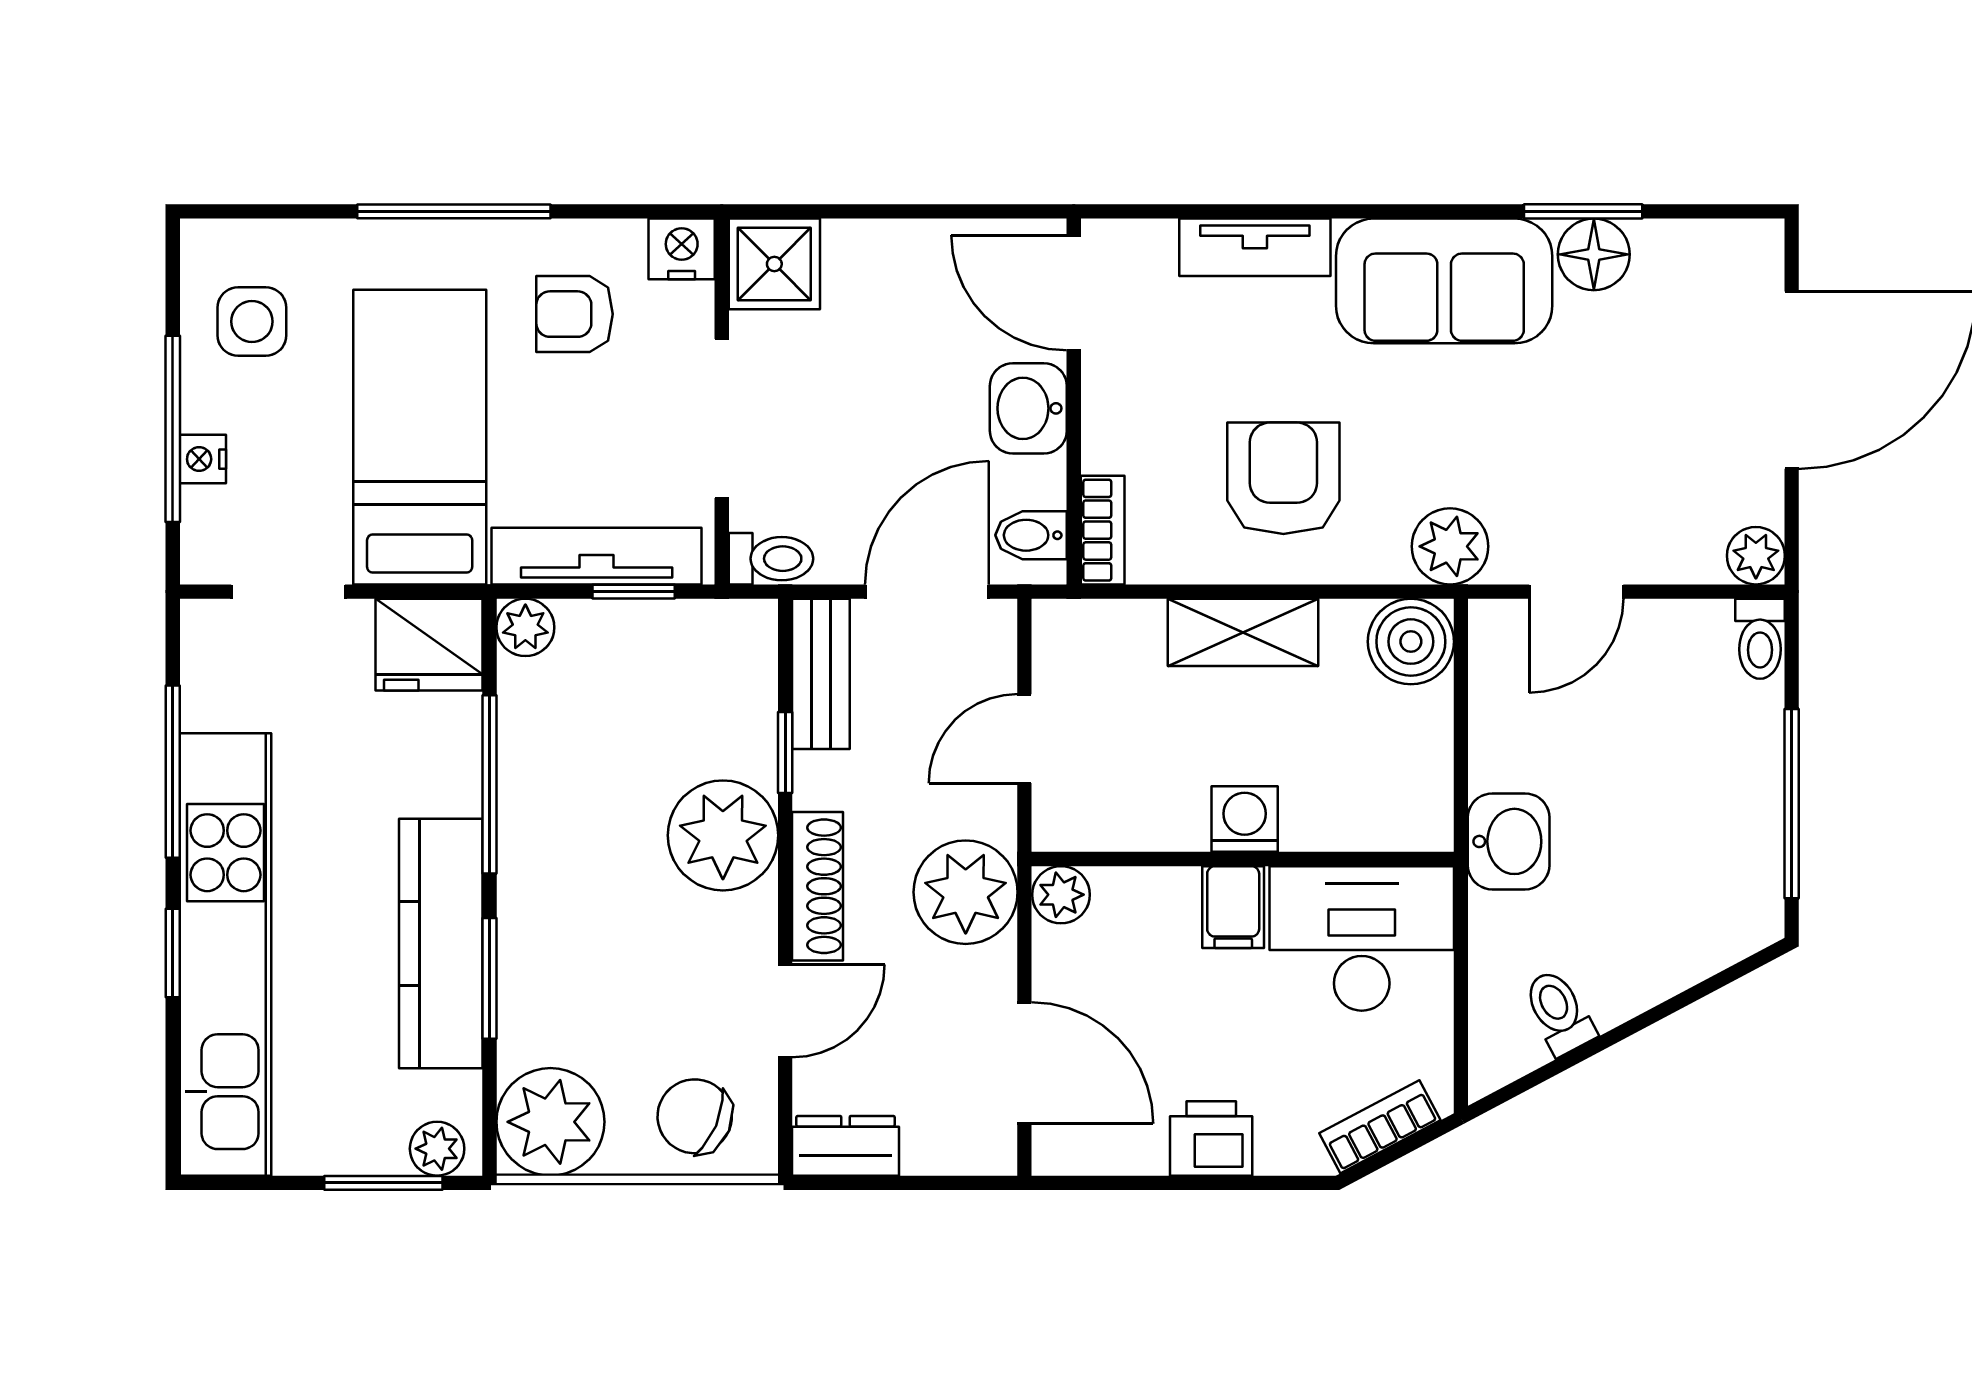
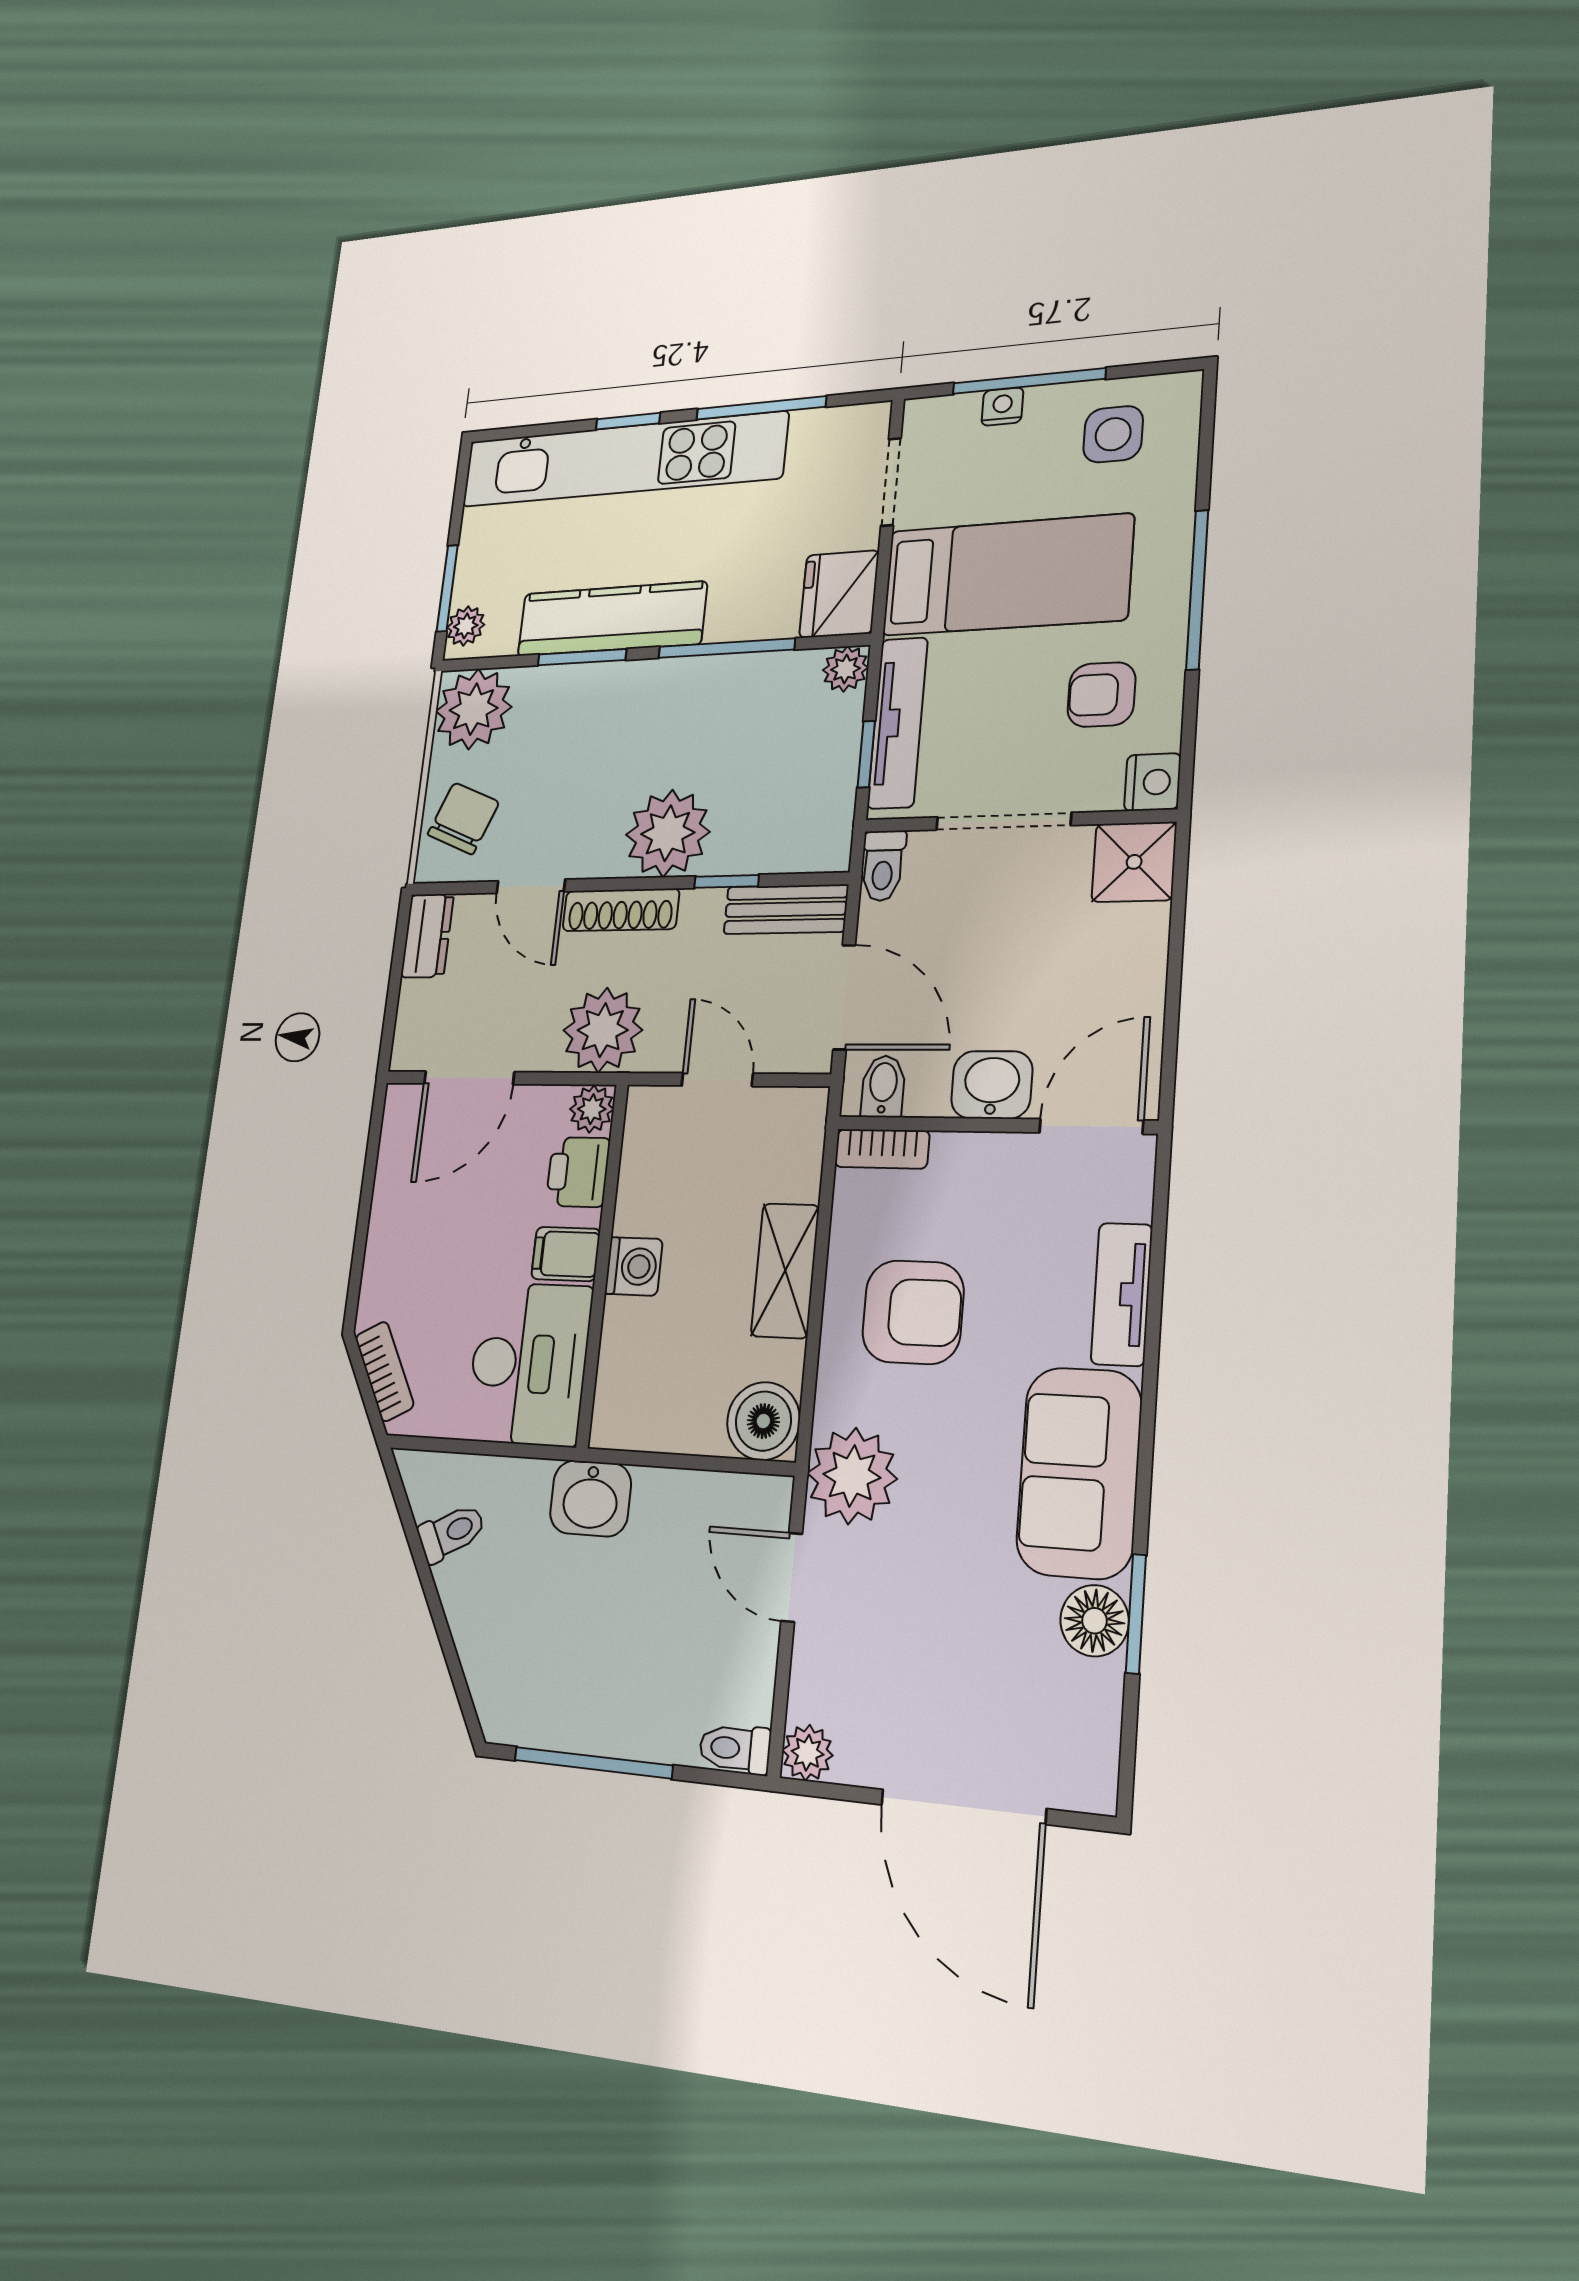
armchair: (574, 314) -> (1101, 695), turned -90
plant: (1450, 546) -> (852, 1476), width x1.36, depth x1.36
printer: (1211, 1138) -> (578, 1172), moved, turned 180

